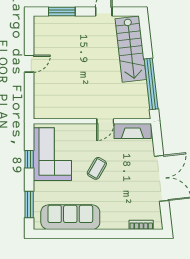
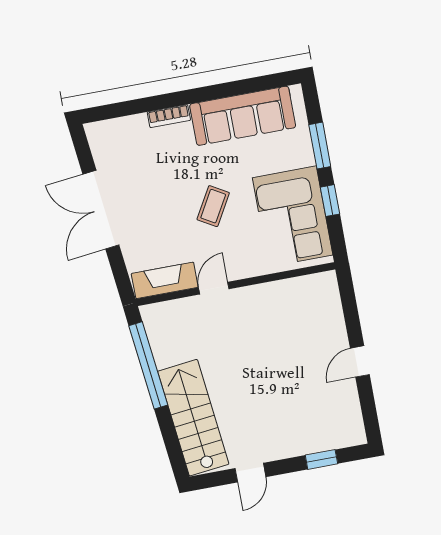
window: (62, 12) -> (321, 459), width x0.67
window: (29, 205) -> (320, 146), moved
bookcase: (141, 225) -> (169, 116), moved

